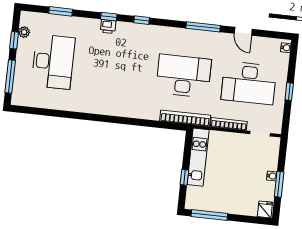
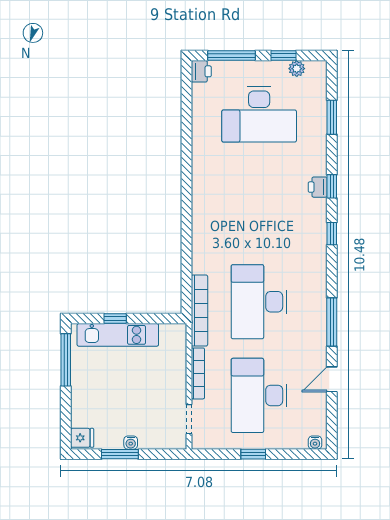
desk: (184, 76) -> (259, 302), turned 180
printer: (19, 99) -> (201, 71), added
kitchen unit: (198, 157) -> (118, 335), moved

